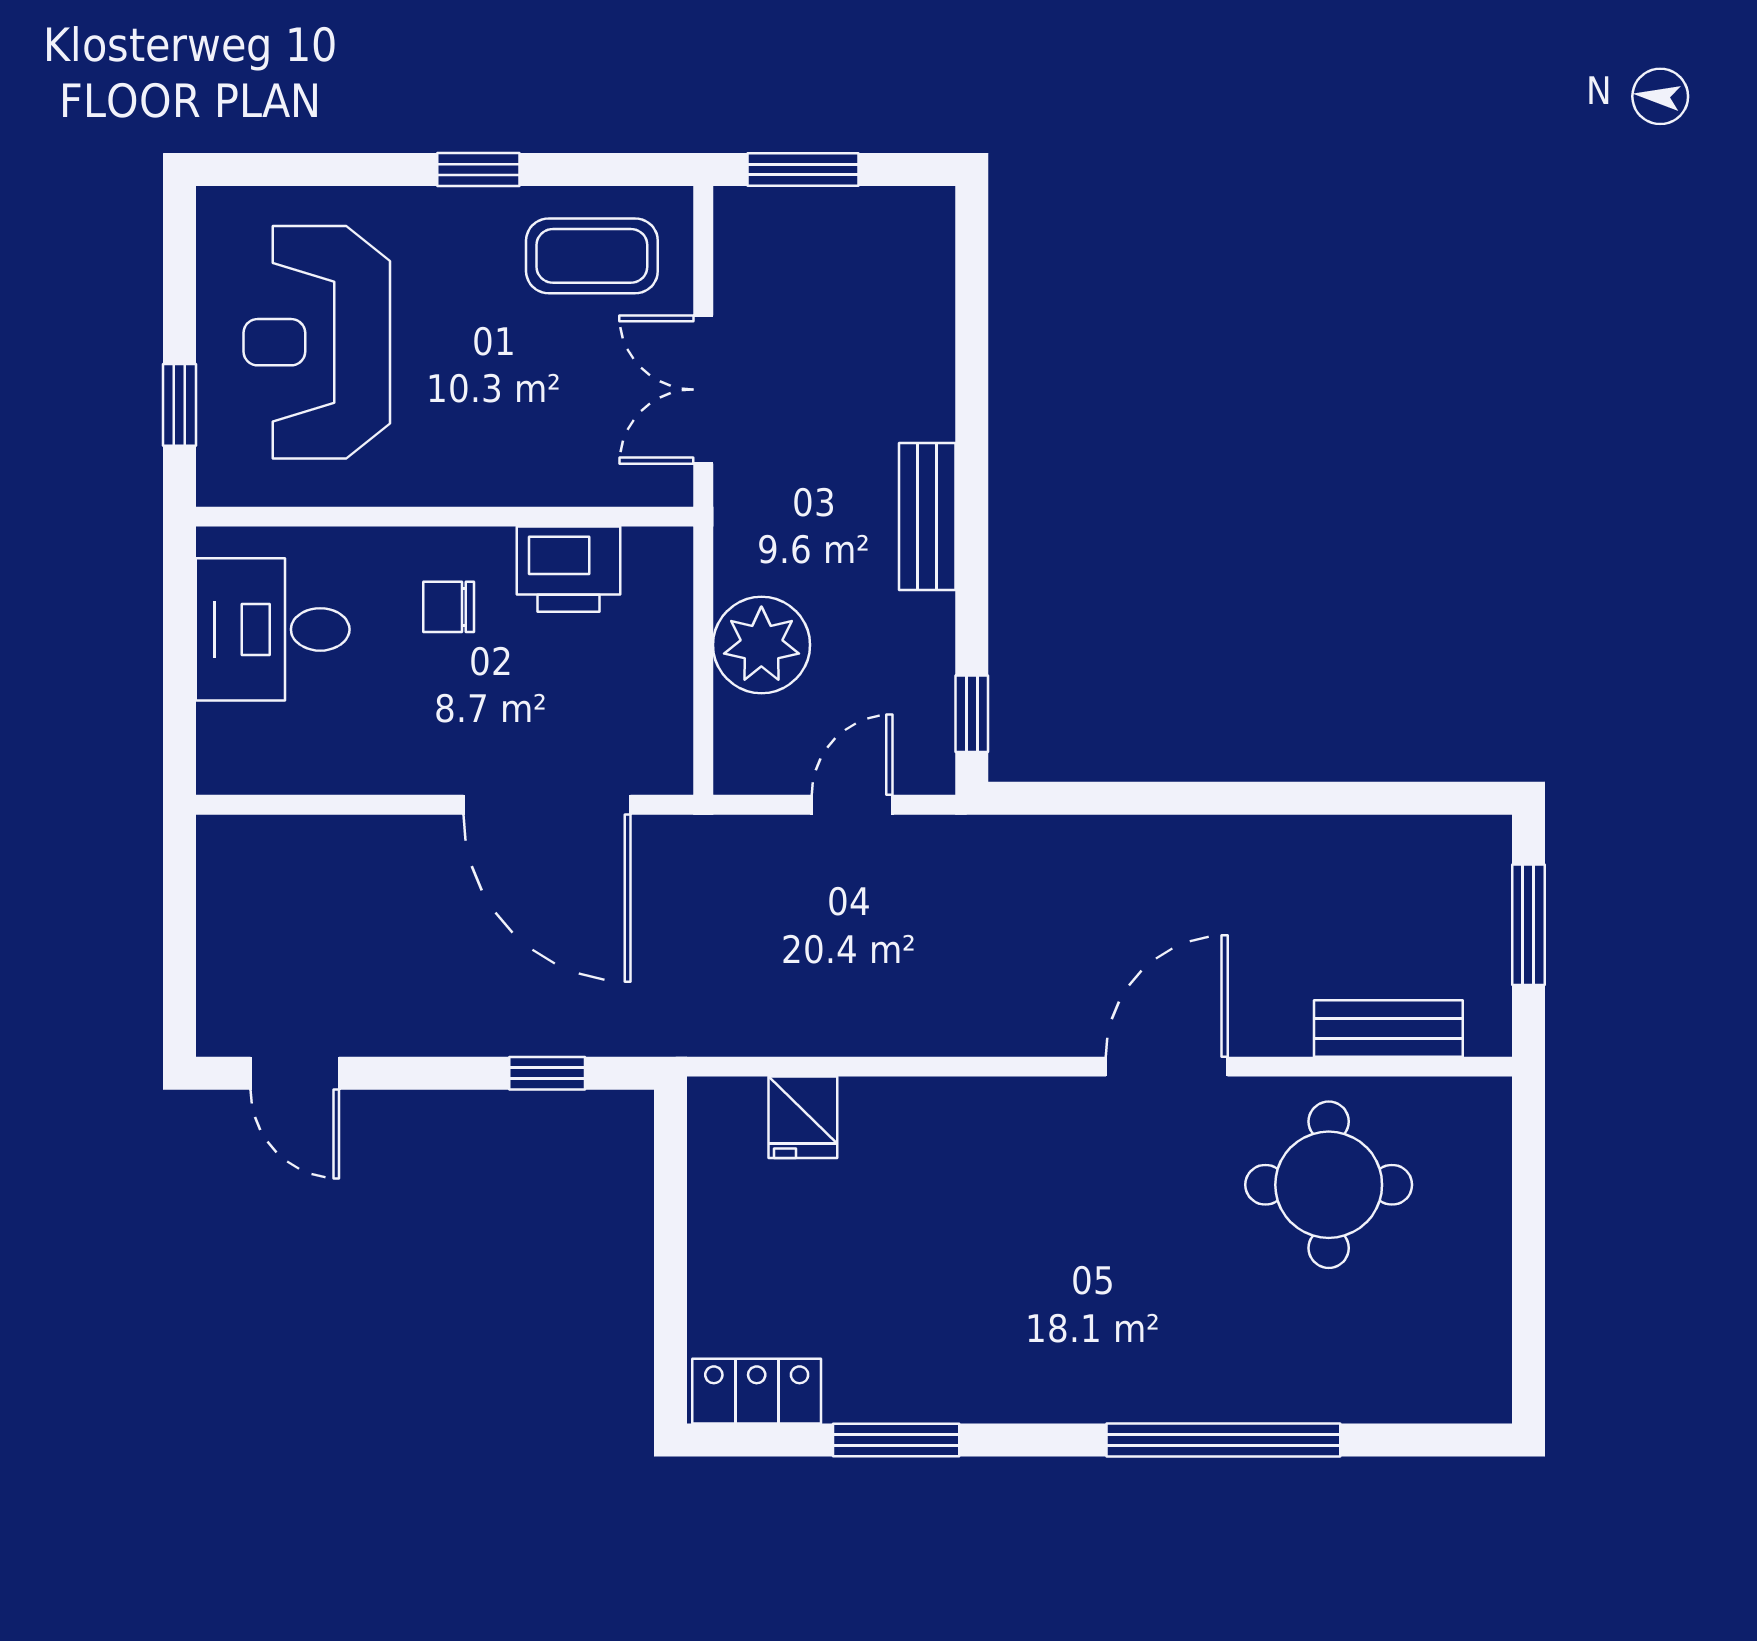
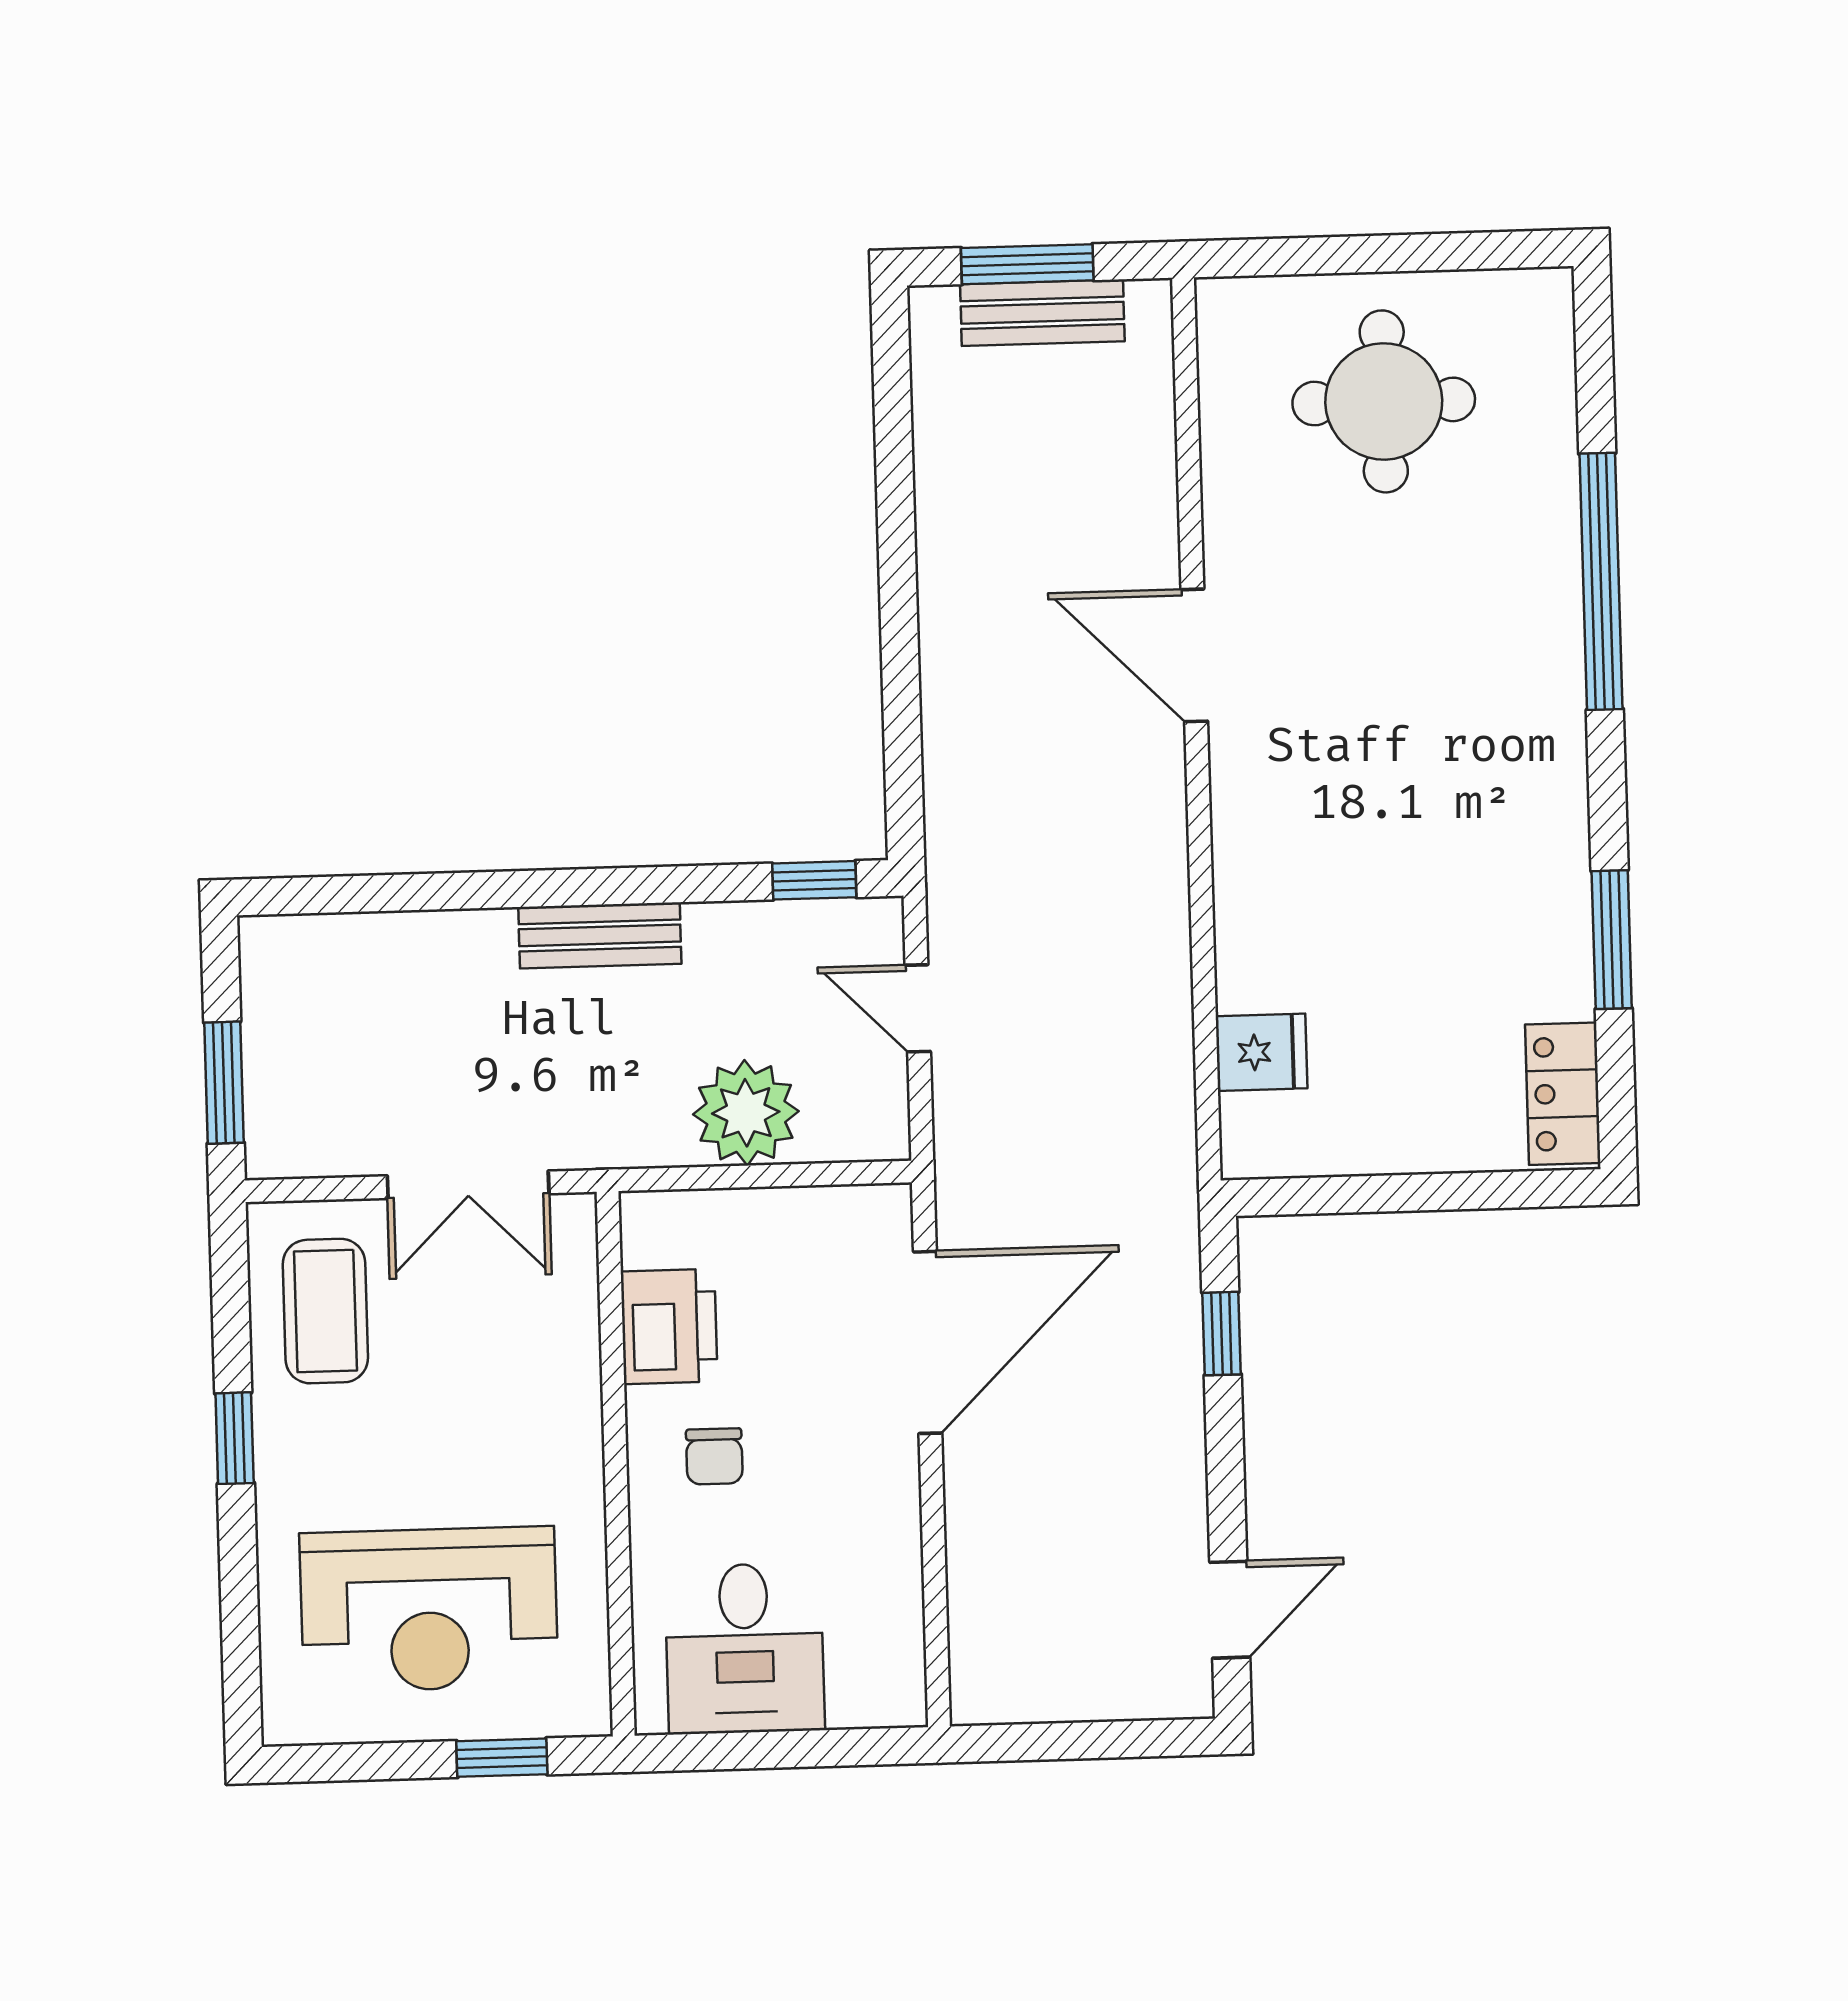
bench: (1388, 1028) -> (1042, 313), moved, turned 90
round table: (1329, 1185) -> (1384, 401), moved

